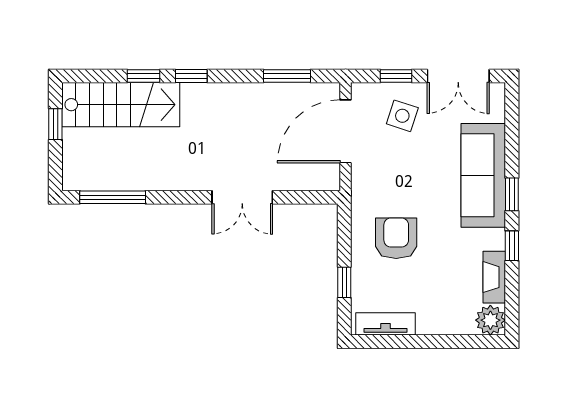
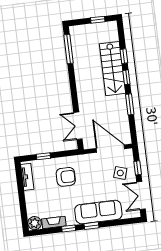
window: (287, 76) -> (130, 104), moved
stairs: (121, 105) -> (112, 69), moved
double door: (242, 197) -> (78, 126), moved

